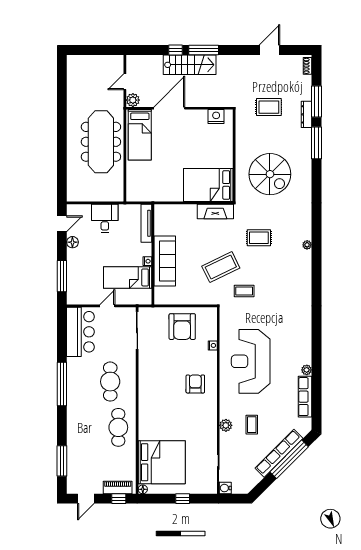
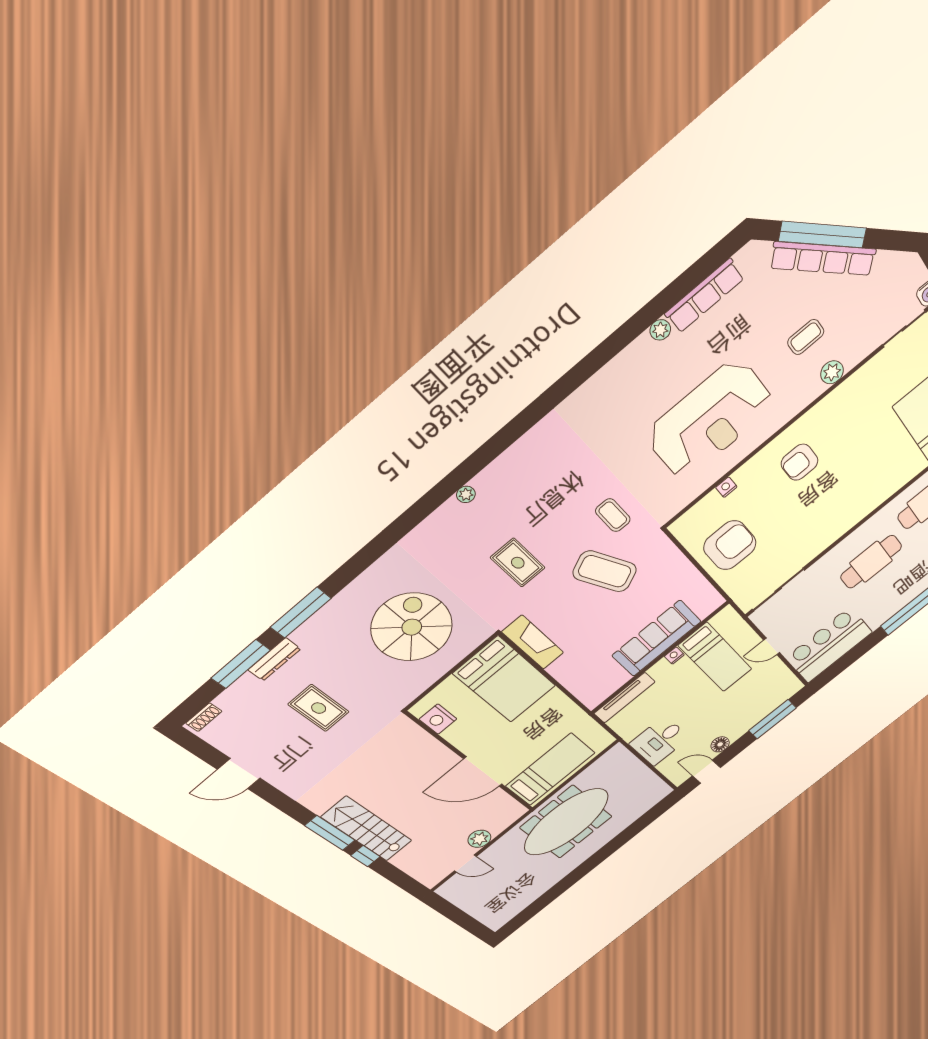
door: (169, 108) -> (483, 772), moved
wall: (179, 108) -> (471, 762), moved
nightstand: (216, 117) -> (438, 719), moved
bed: (140, 135) -> (550, 769), moved

